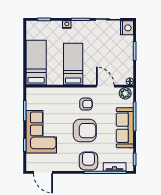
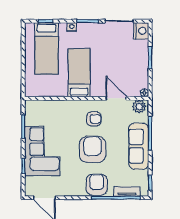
bed: (36, 62) -> (47, 49), moved, turned 180
armchair: (85, 131) -> (92, 149), turned -90

